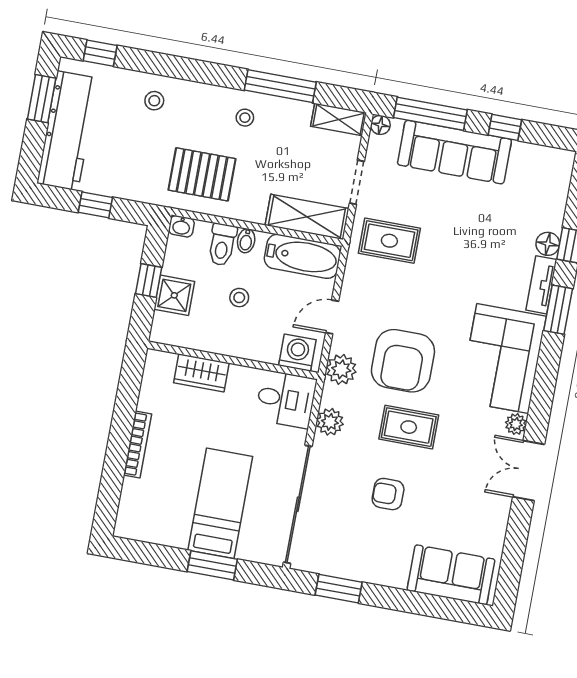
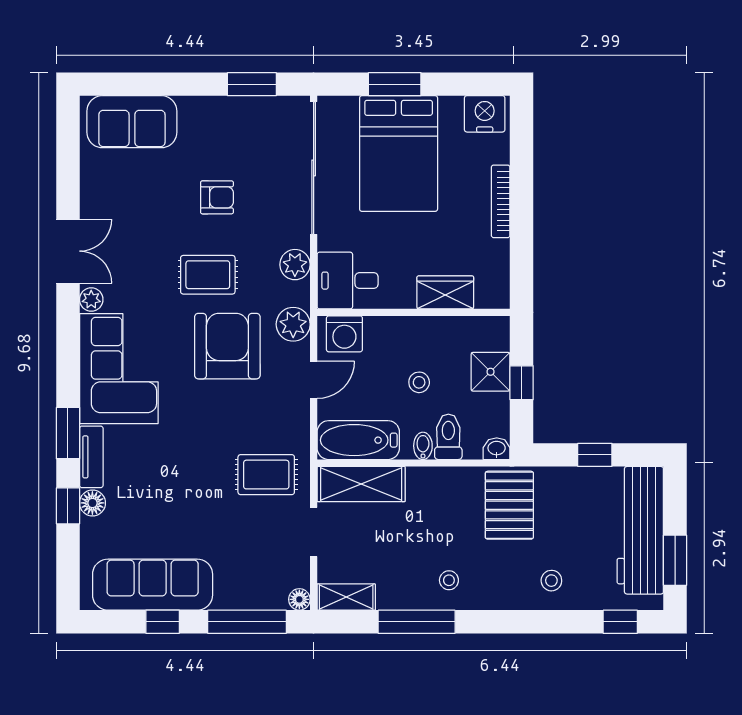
sofa: (454, 152) -> (153, 585), moved
pallet: (202, 174) -> (509, 505), moved, turned 90
bed: (220, 503) -> (399, 154), width x1.50
nightstand: (138, 524) -> (485, 114), added

